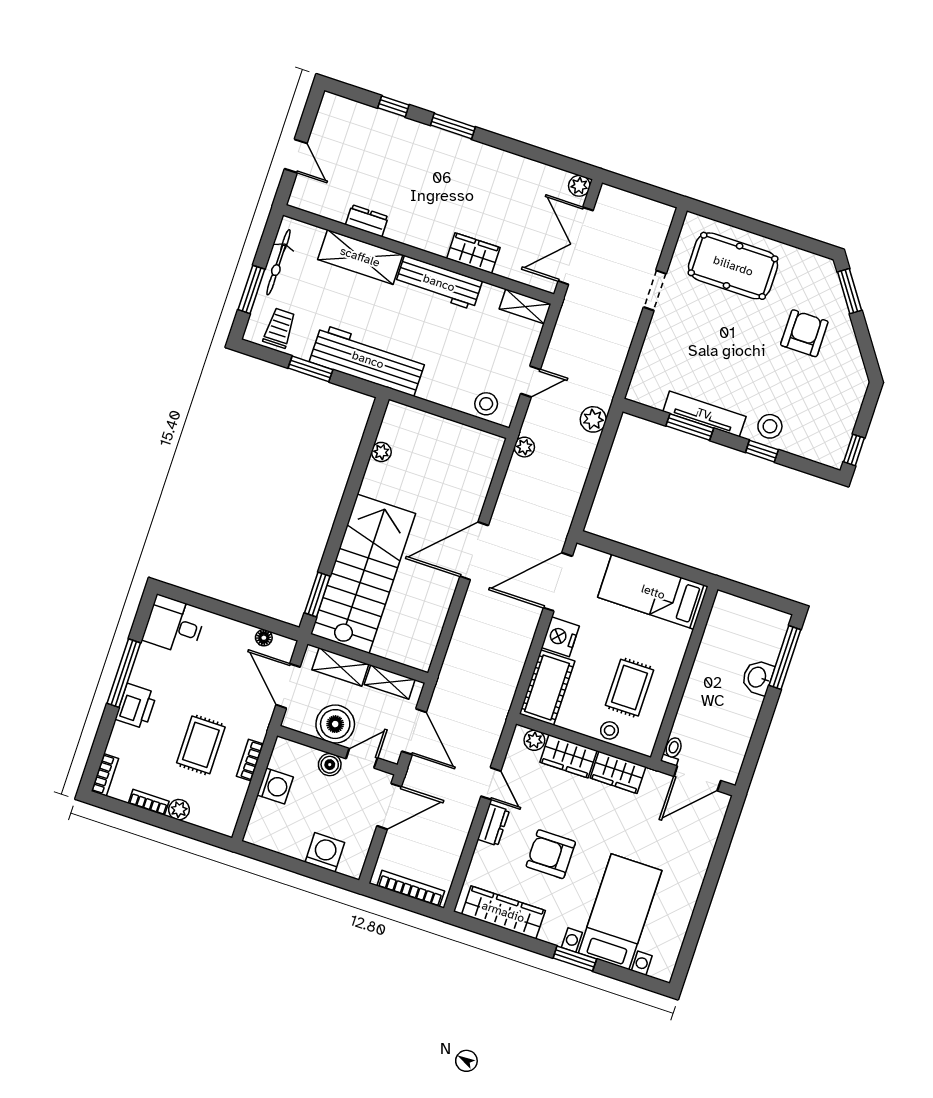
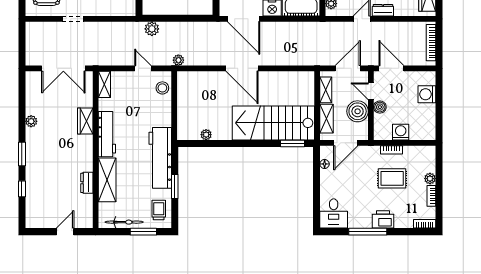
plant: (579, 186) -> (31, 121), moved
trolley: (279, 328) -> (159, 210), turned 90

